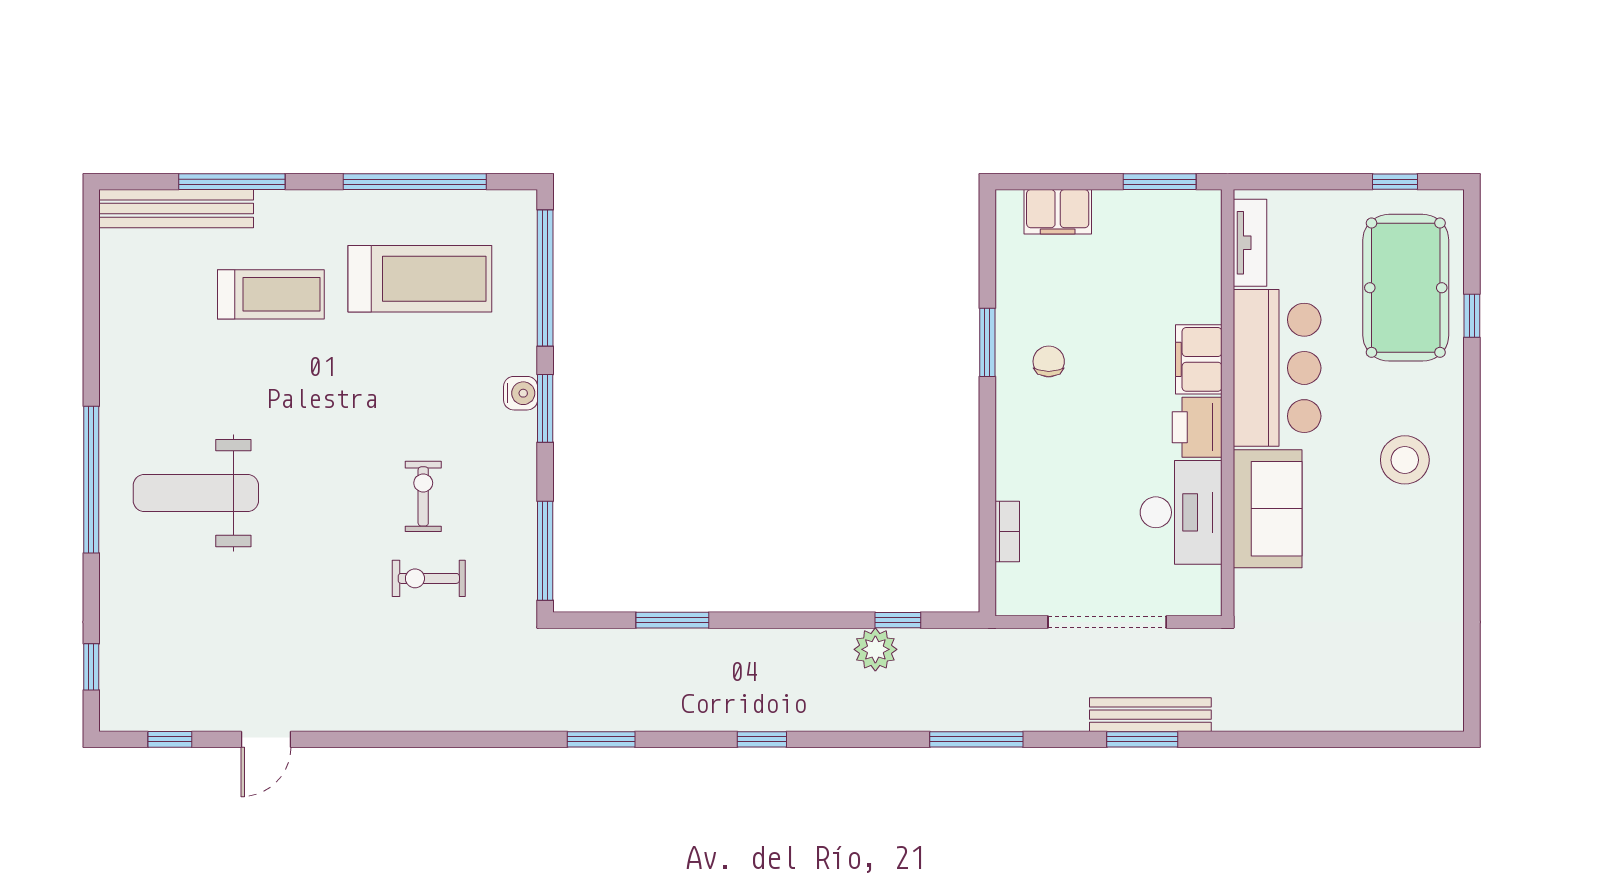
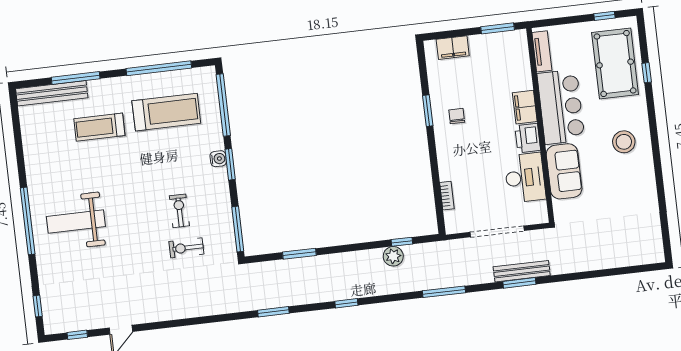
treadmill: (271, 294) -> (99, 127), turned 180

